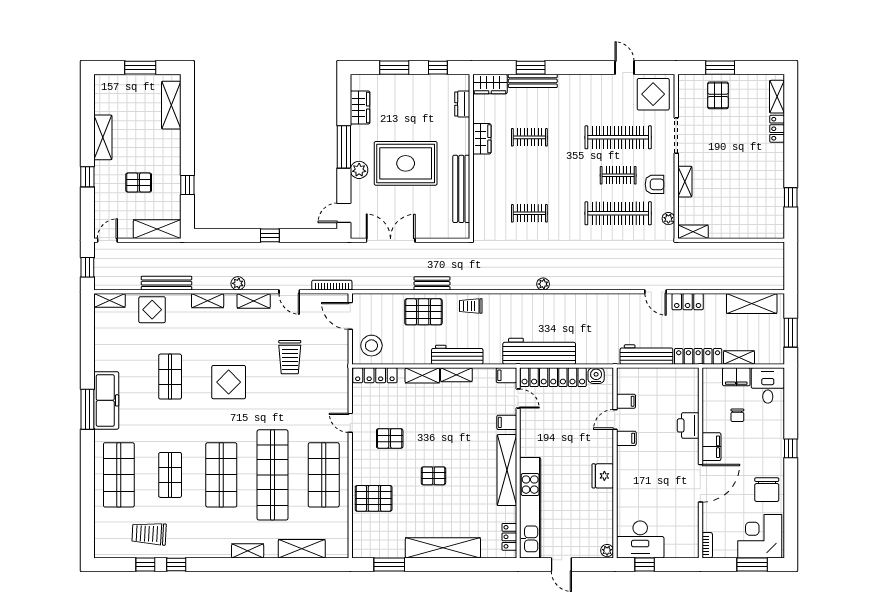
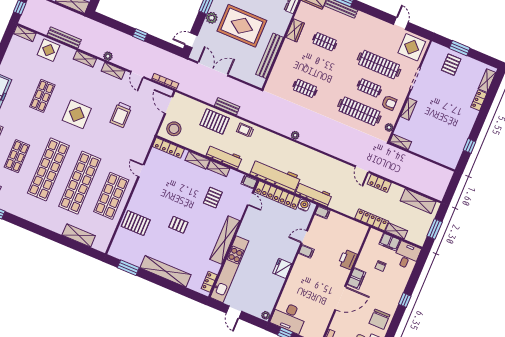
workbench: (646, 355) -> (314, 194), moved
filing cabinet: (626, 401) -> (323, 212), moved
filing cabinet: (507, 422) -> (237, 211), removed
pallet: (390, 438) -> (213, 198), moved, turned 90
shop shelf: (221, 475) -> (48, 169), width x1.40
shelving: (248, 551) -> (45, 223), removed

